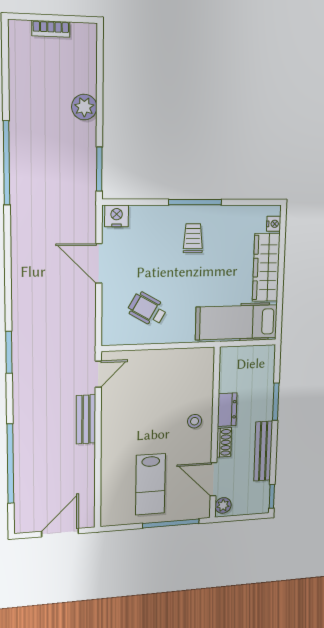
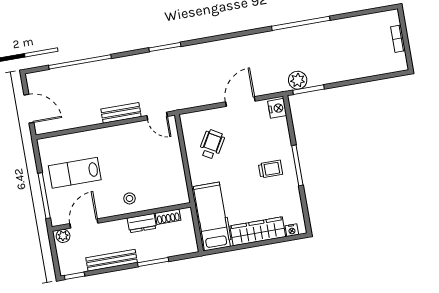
plant: (84, 107) -> (298, 80), moved
shoe rack: (224, 442) -> (168, 217), moved

